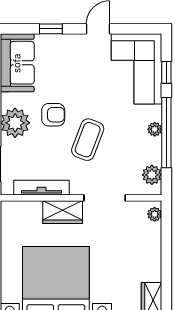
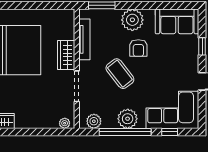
plant: (155, 129) -> (128, 119), width x1.87, depth x1.87
coffee table: (88, 140) -> (120, 74), turned 31

